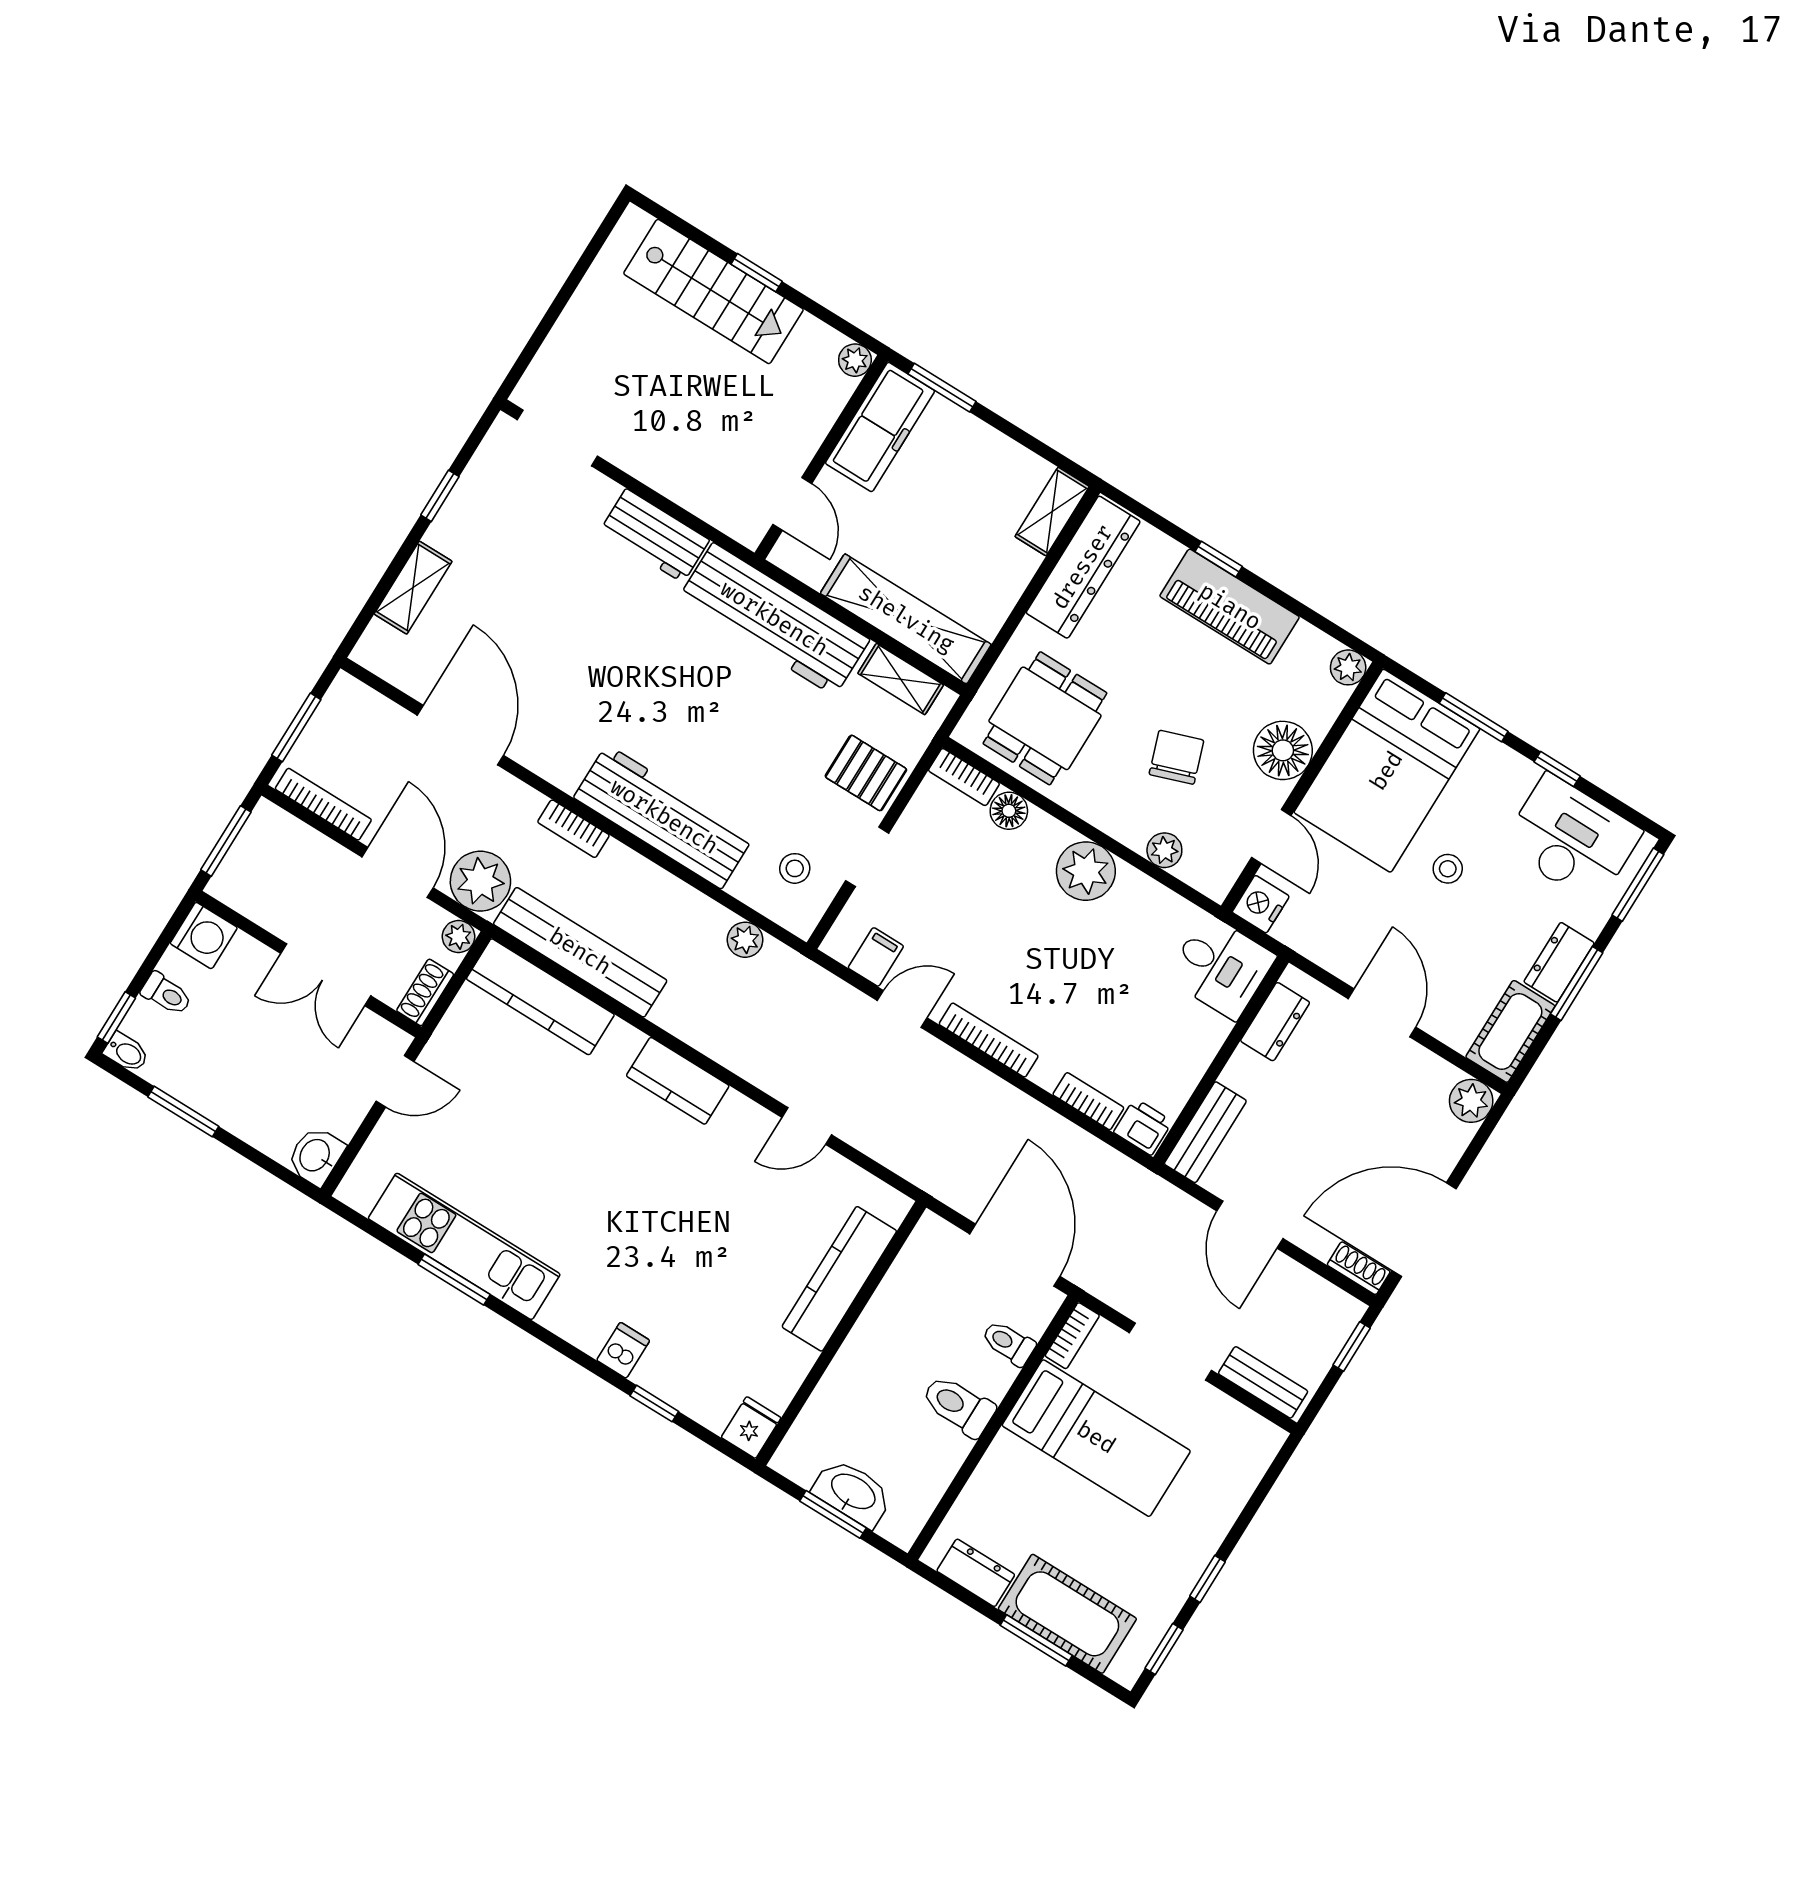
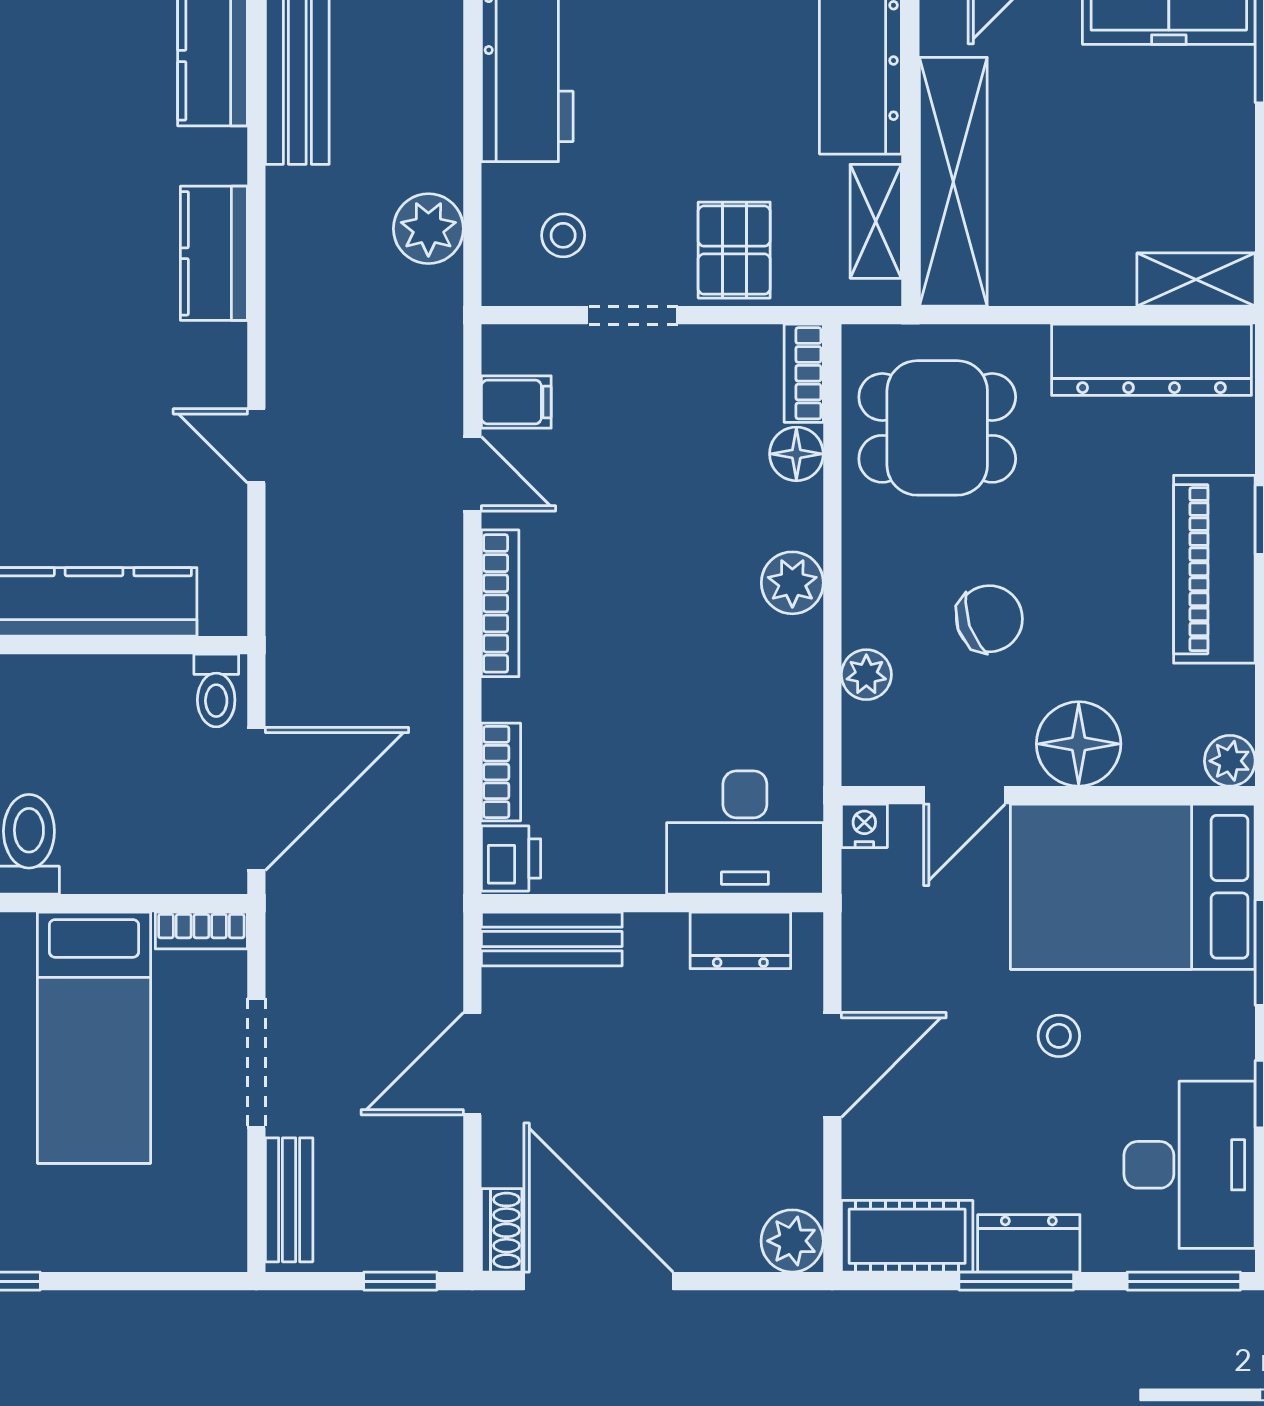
plant: (1086, 871) -> (792, 583), width x0.73, depth x0.73
nightstand: (1261, 904) -> (864, 826), width x0.72, depth x0.74
plant: (745, 940) -> (428, 229), width x1.38, depth x1.38
desk: (1221, 967) -> (745, 833), width x1.37
toilet: (1008, 1343) -> (216, 690), moved, turned 180

